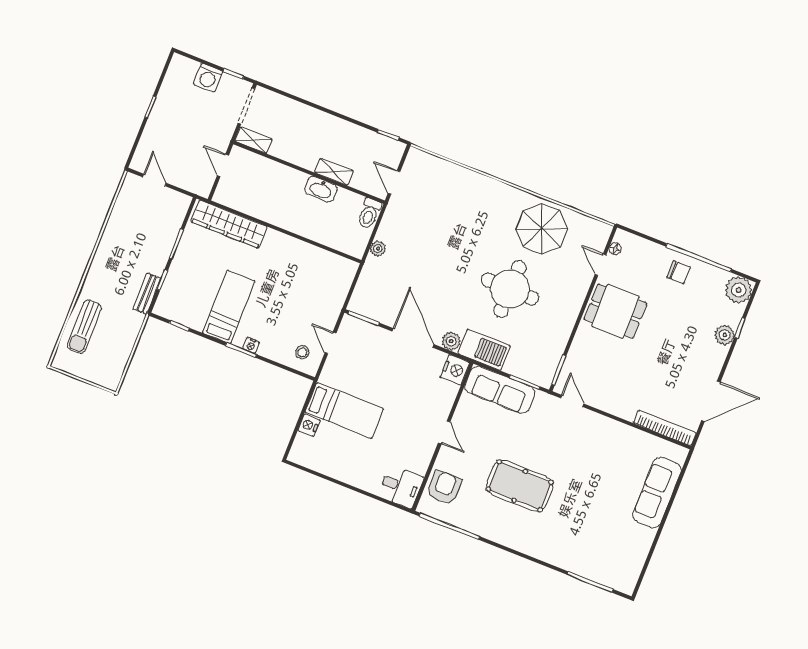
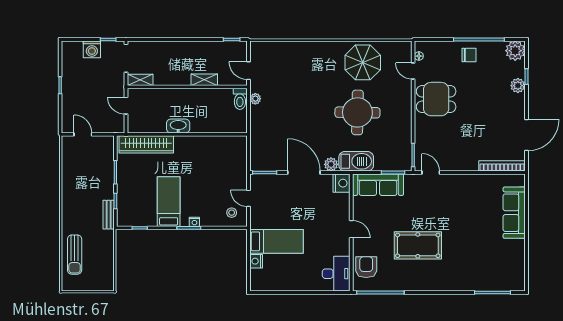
washbasin: (321, 189) -> (178, 126), moved, turned 180
plant: (378, 249) -> (255, 99), moved
desk: (401, 487) -> (336, 274), width x1.37

